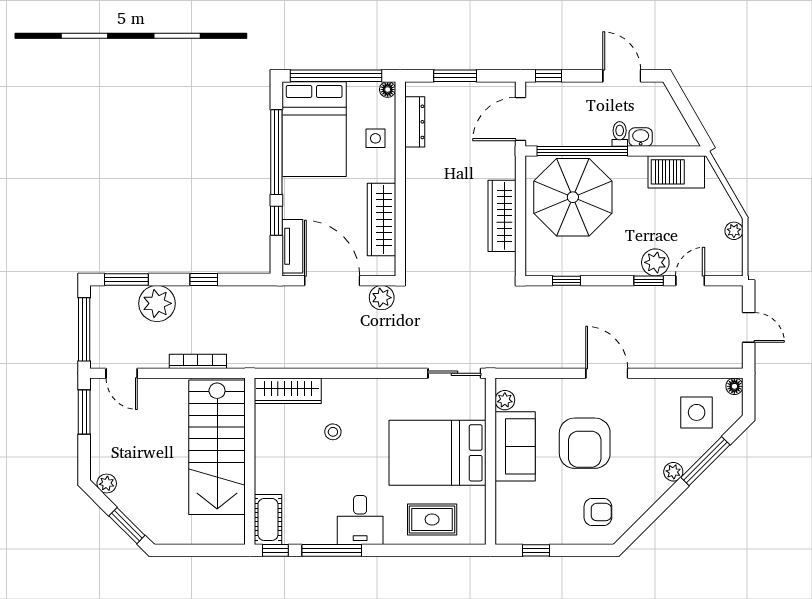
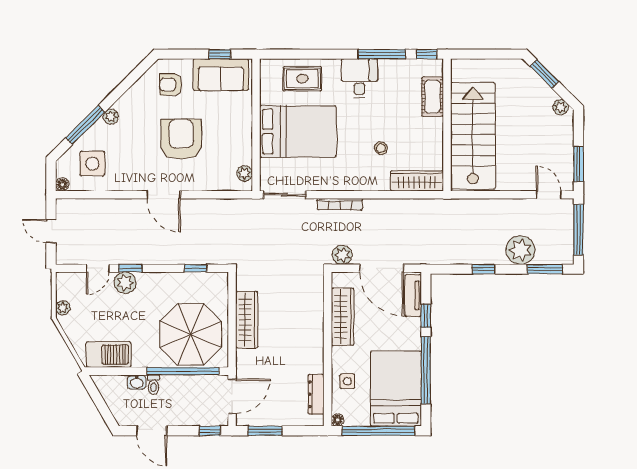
window: (455, 76) -> (265, 431), moved
bookcase: (198, 361) -> (340, 204), moved
sofa: (515, 446) -> (221, 75), moved, turned -90
cot: (268, 519) -> (433, 97), moved

